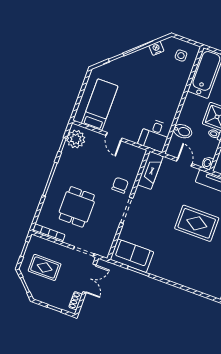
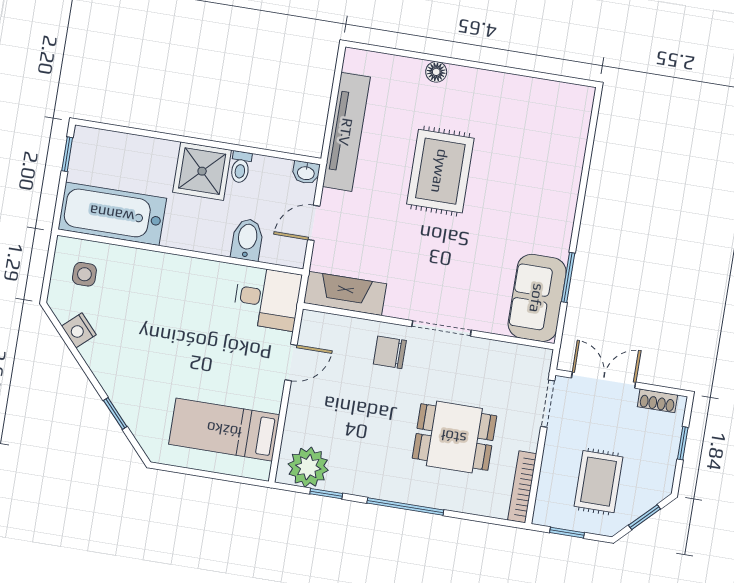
door: (114, 137) -> (291, 362), moved

